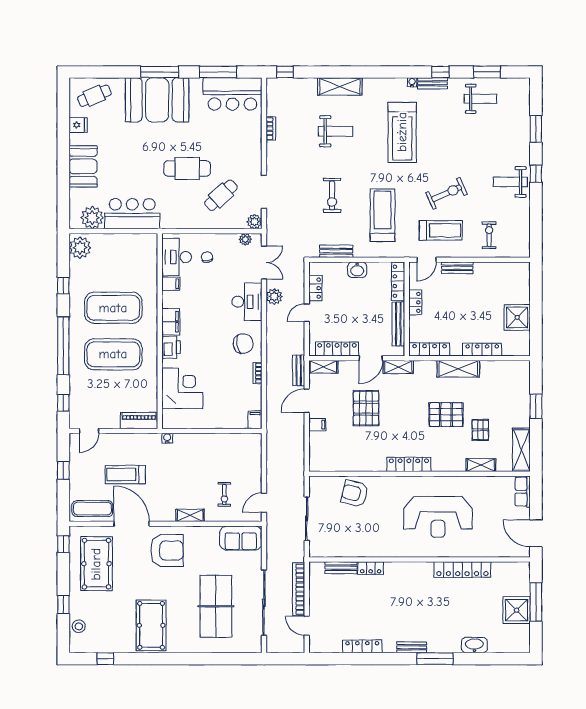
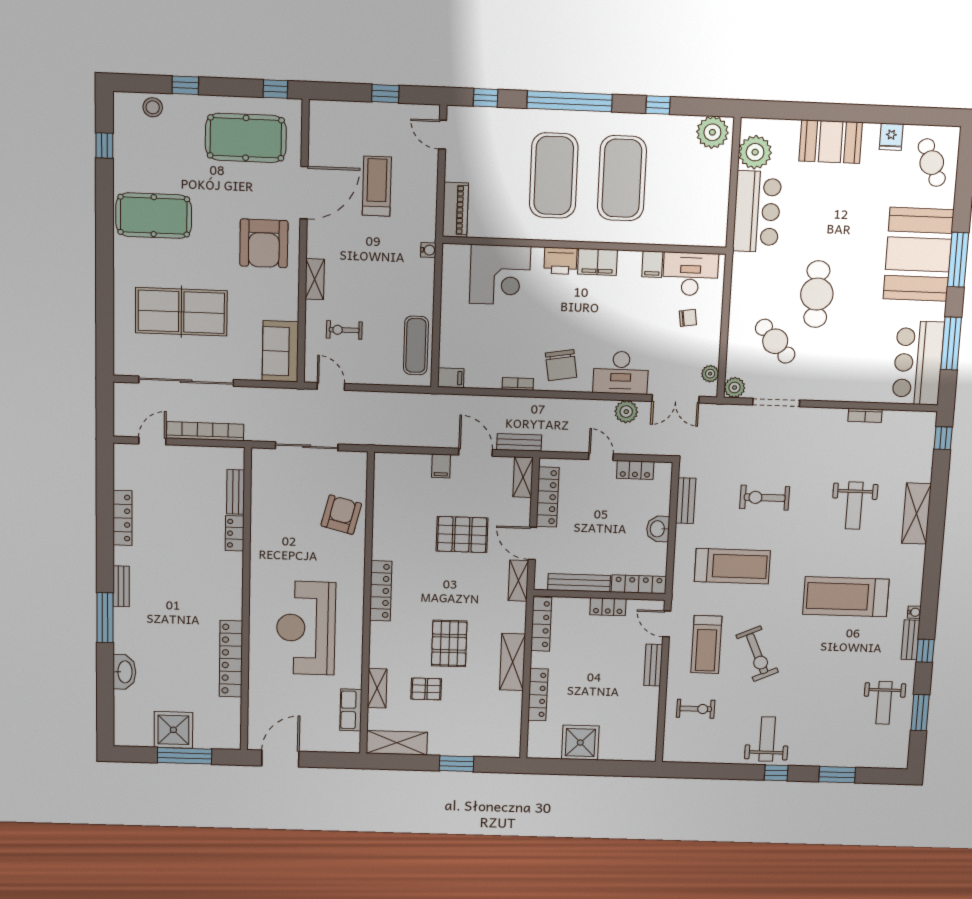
row of seats: (523, 492) -> (351, 710), moved, turned -90
exercise mat: (92, 509) -> (416, 345), moved

